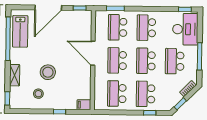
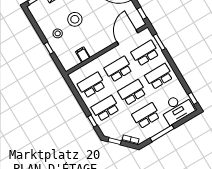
door: (93, 53) -> (127, 37), moved
stool: (38, 94) -> (58, 33), moved
filing cabinet: (84, 105) -> (83, 55), moved

